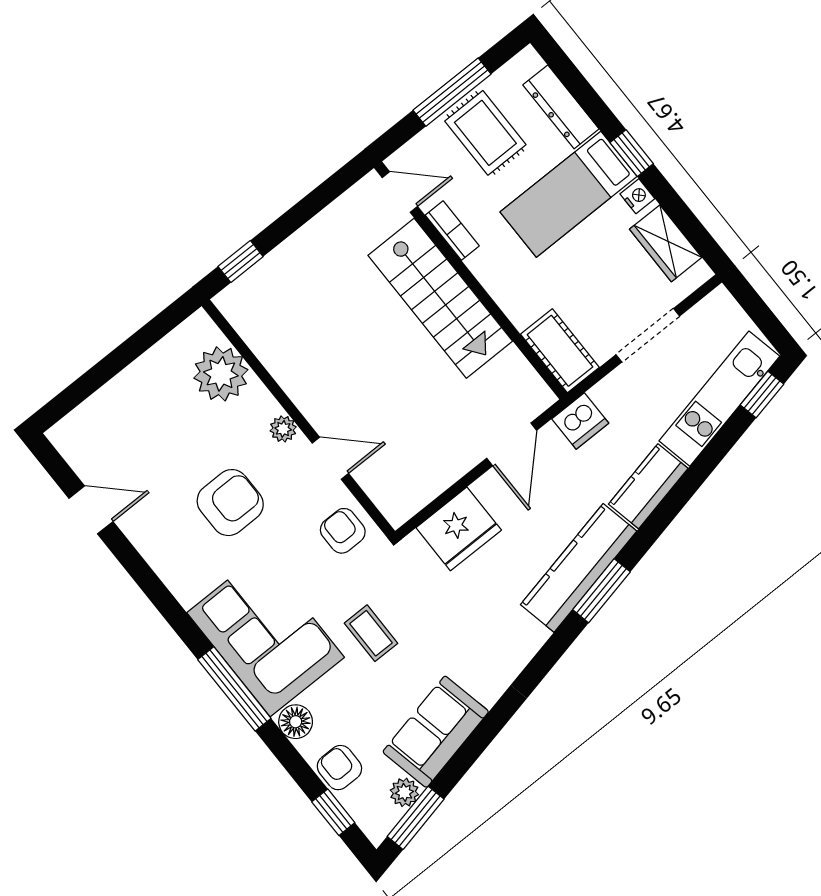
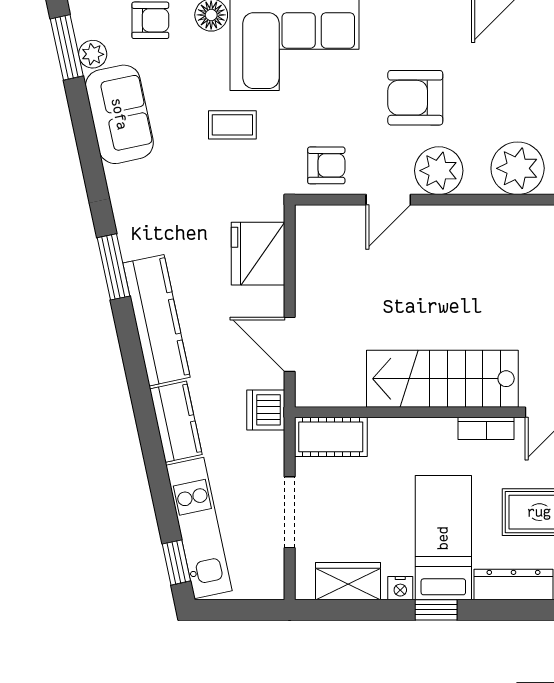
plant: (283, 429) -> (439, 171), width x1.87, depth x1.87
armchair: (230, 503) -> (415, 98), turned 90
window: (601, 591) -> (113, 267), moved

